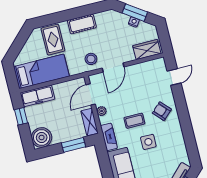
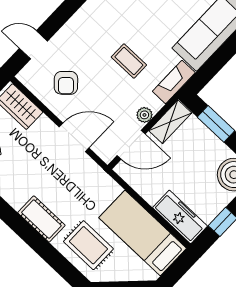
rug: (53, 40) -> (88, 245), turned 90
stool: (91, 59) -> (82, 176), removed
armchair: (162, 111) -> (66, 83), moved
side table: (148, 142) -> (146, 23), removed

